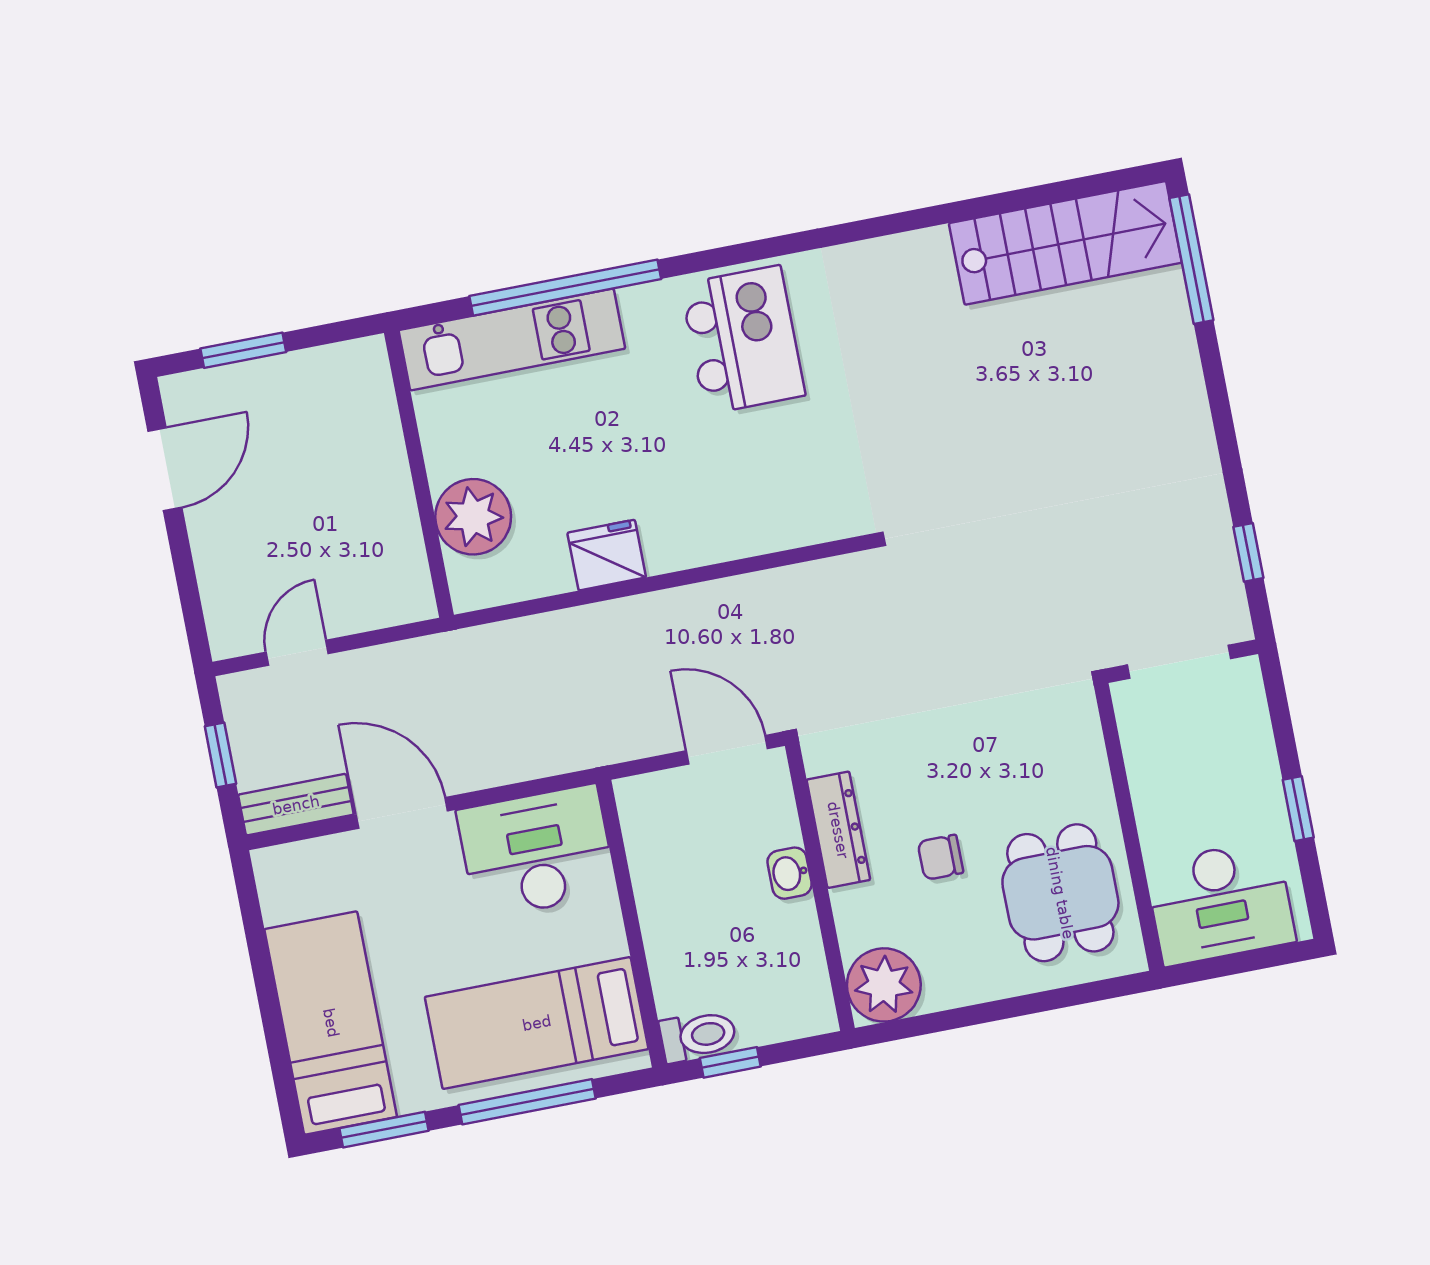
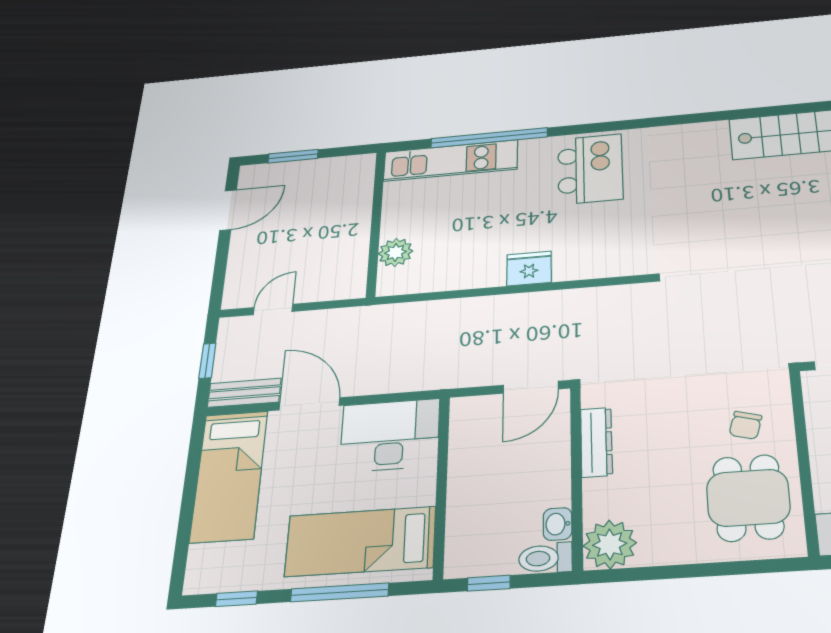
plant: (473, 517) -> (395, 252), width x0.73, depth x0.73
fridge: (607, 555) -> (529, 269), moved
door: (727, 750) -> (531, 387), swing flipped
chair: (940, 857) -> (745, 425), moved, turned -74
washbasin: (790, 873) -> (557, 524), moved
bed: (331, 1023) -> (229, 476), moved, turned 180
toilet: (698, 1036) -> (545, 558), moved, turned 180
window: (384, 1130) -> (236, 599), width x0.67

